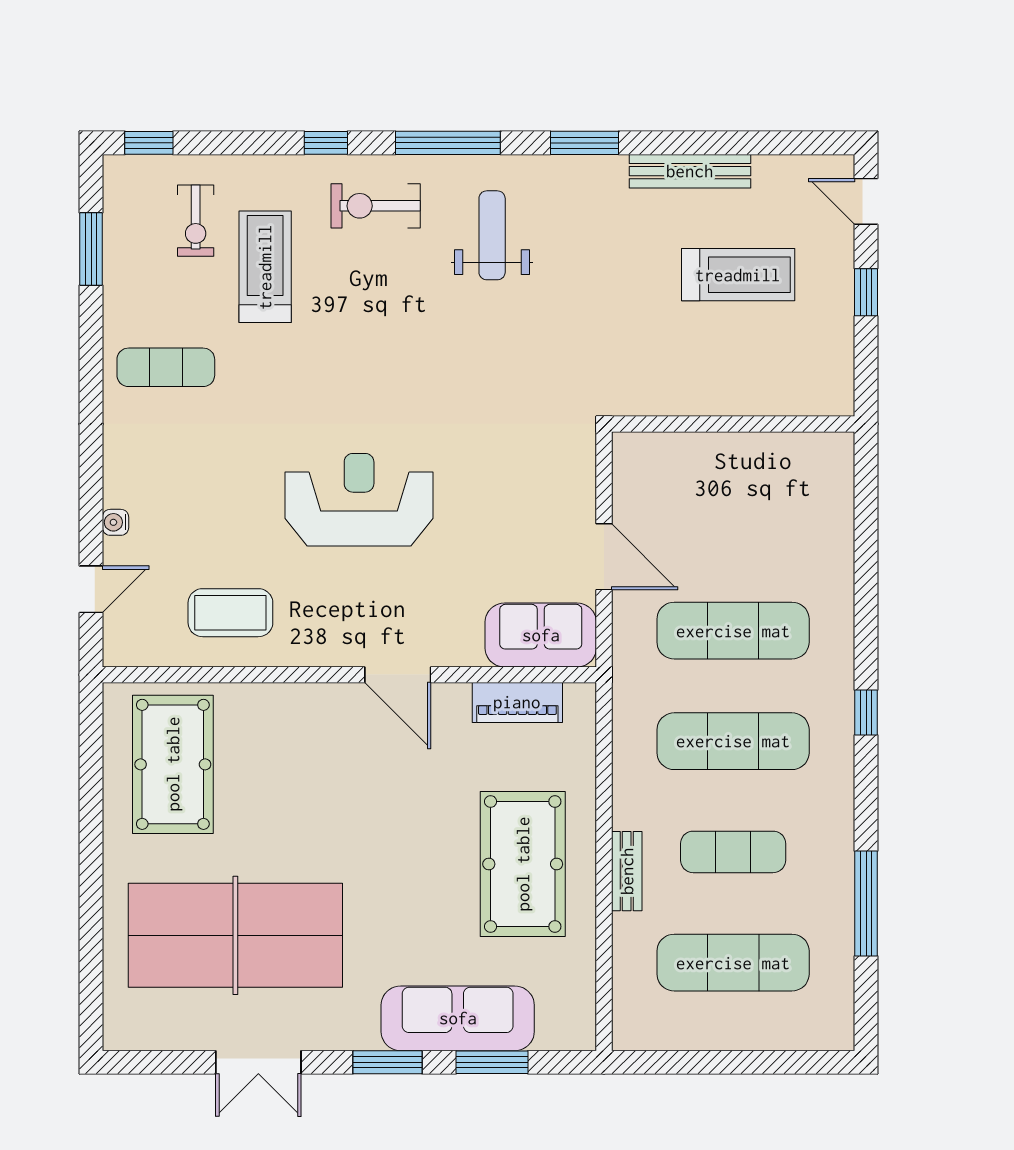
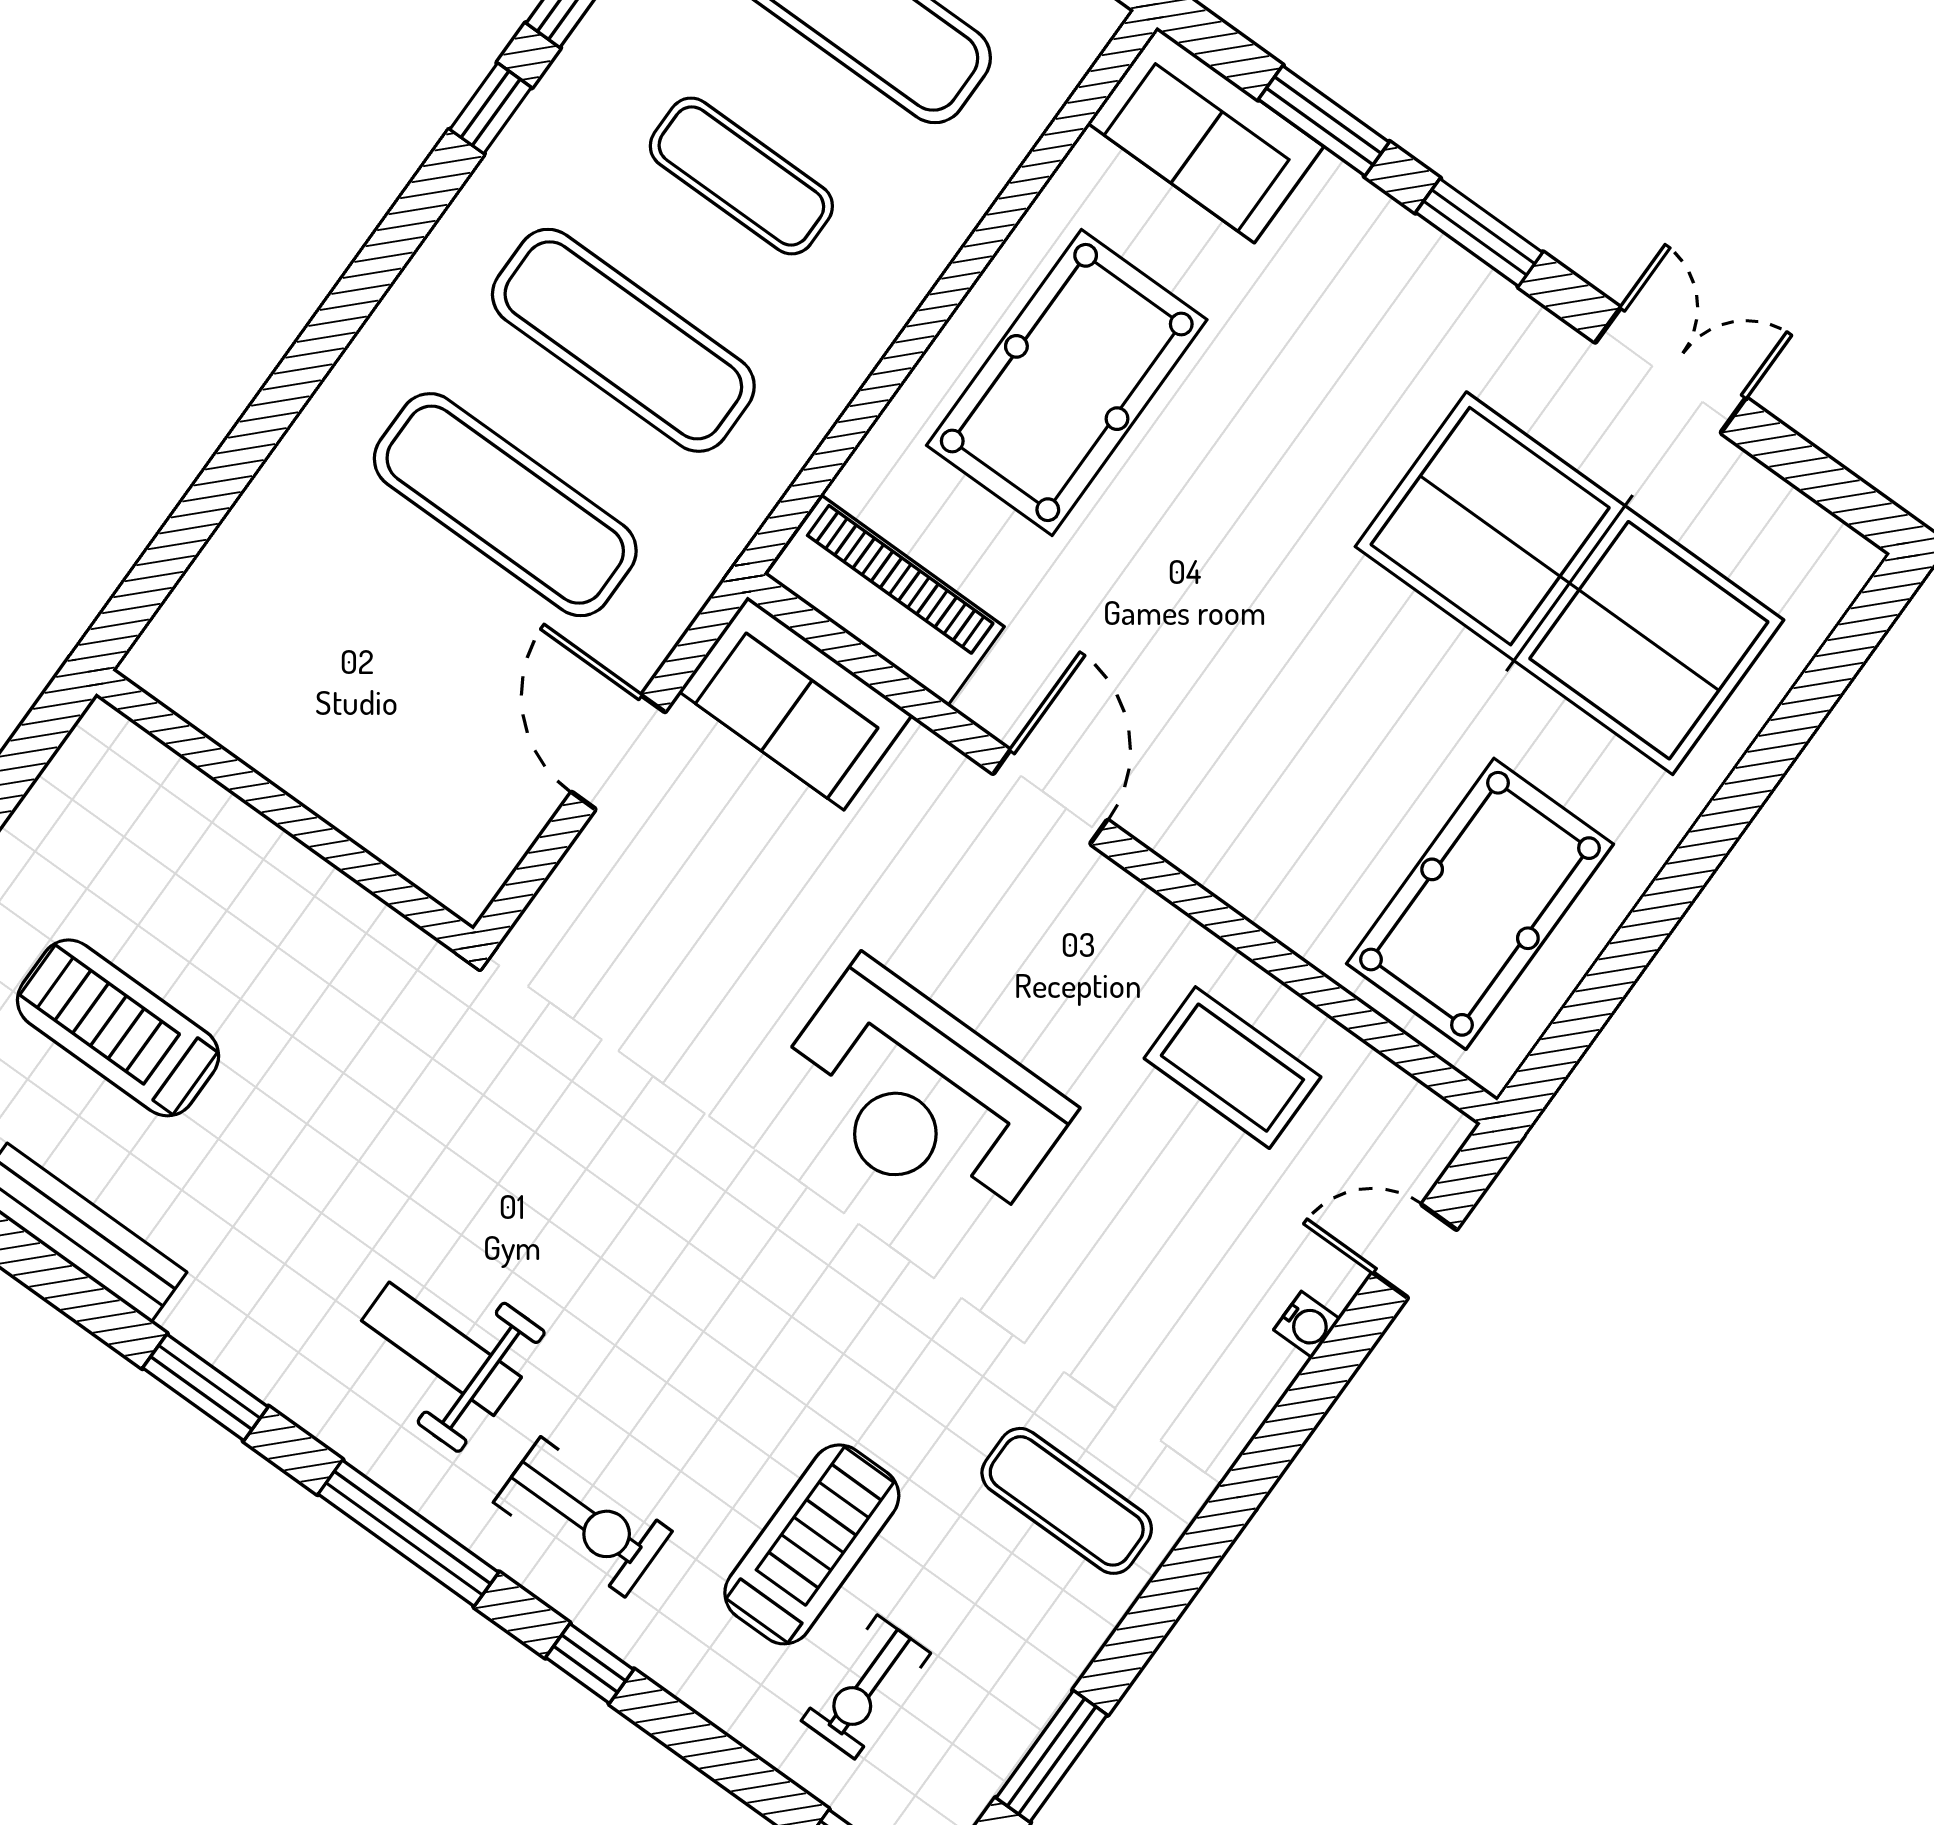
exercise bike: (196, 221) -> (866, 1687), turned 180
weight bench: (492, 235) -> (441, 1349), turned 90
treadmill: (265, 267) -> (812, 1544), turned 180
piano: (517, 702) -> (885, 601), width x1.37, depth x1.33
window: (866, 712) -> (491, 108), moved
bench: (627, 871) -> (920, 261), removed
sofa: (458, 1018) -> (1206, 135), moved, width x0.73

